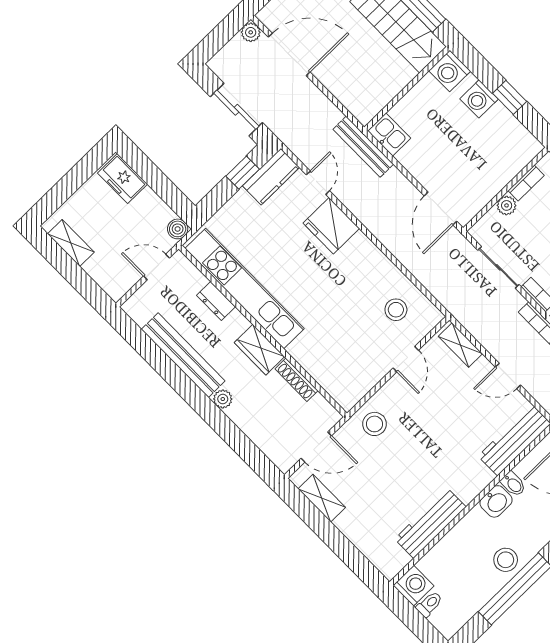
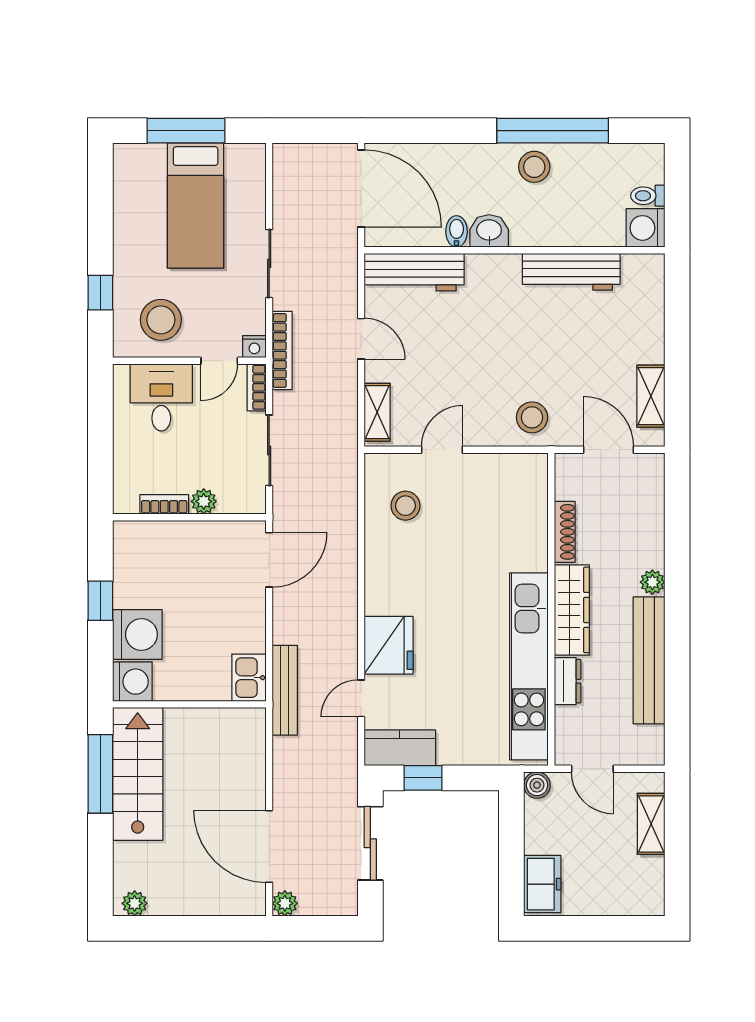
washing machine: (479, 99) -> (137, 635), width x1.37, depth x1.37
shelving: (71, 243) -> (651, 824), moved
wardrobe: (259, 350) -> (572, 610), width x1.50

